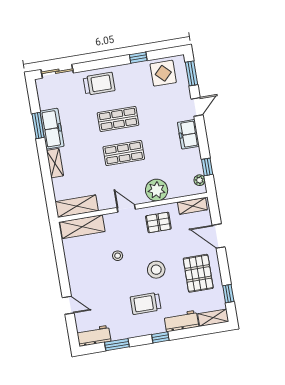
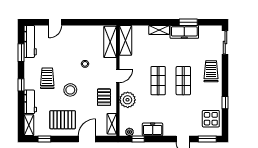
trolley: (99, 84) -> (211, 71), turned 180
freezer: (188, 134) -> (153, 129), moved
workbench: (94, 336) -> (30, 41), width x1.38

